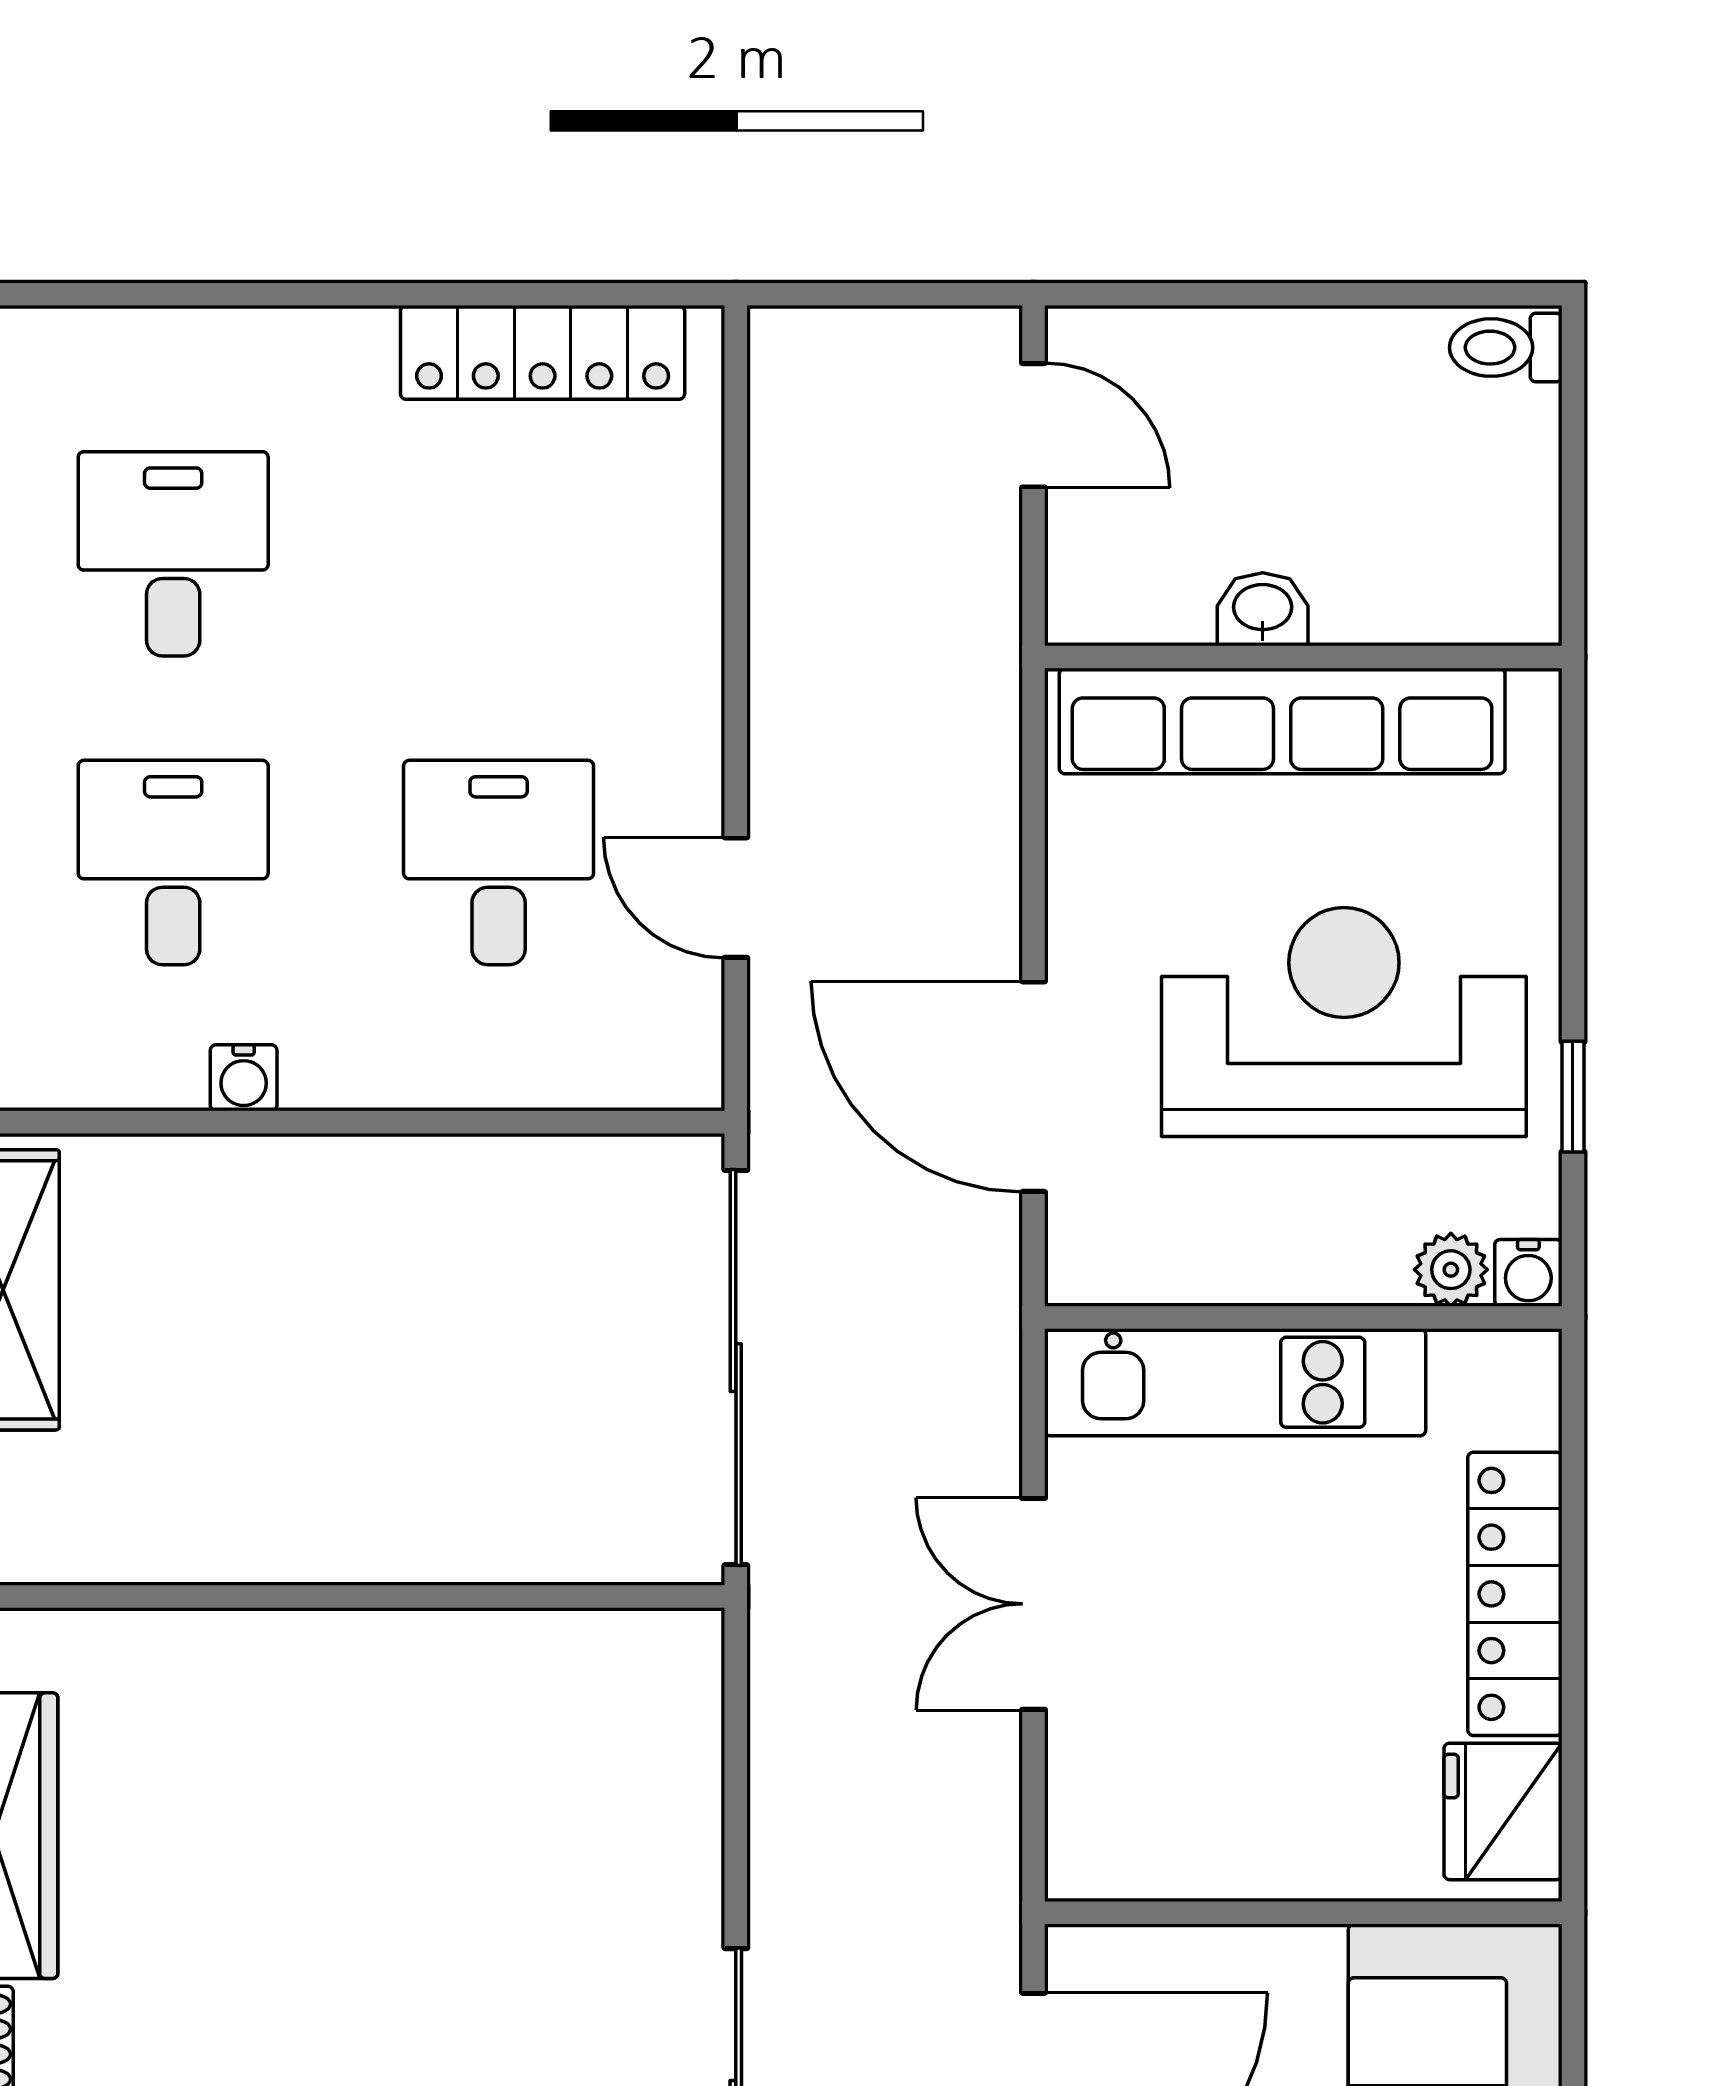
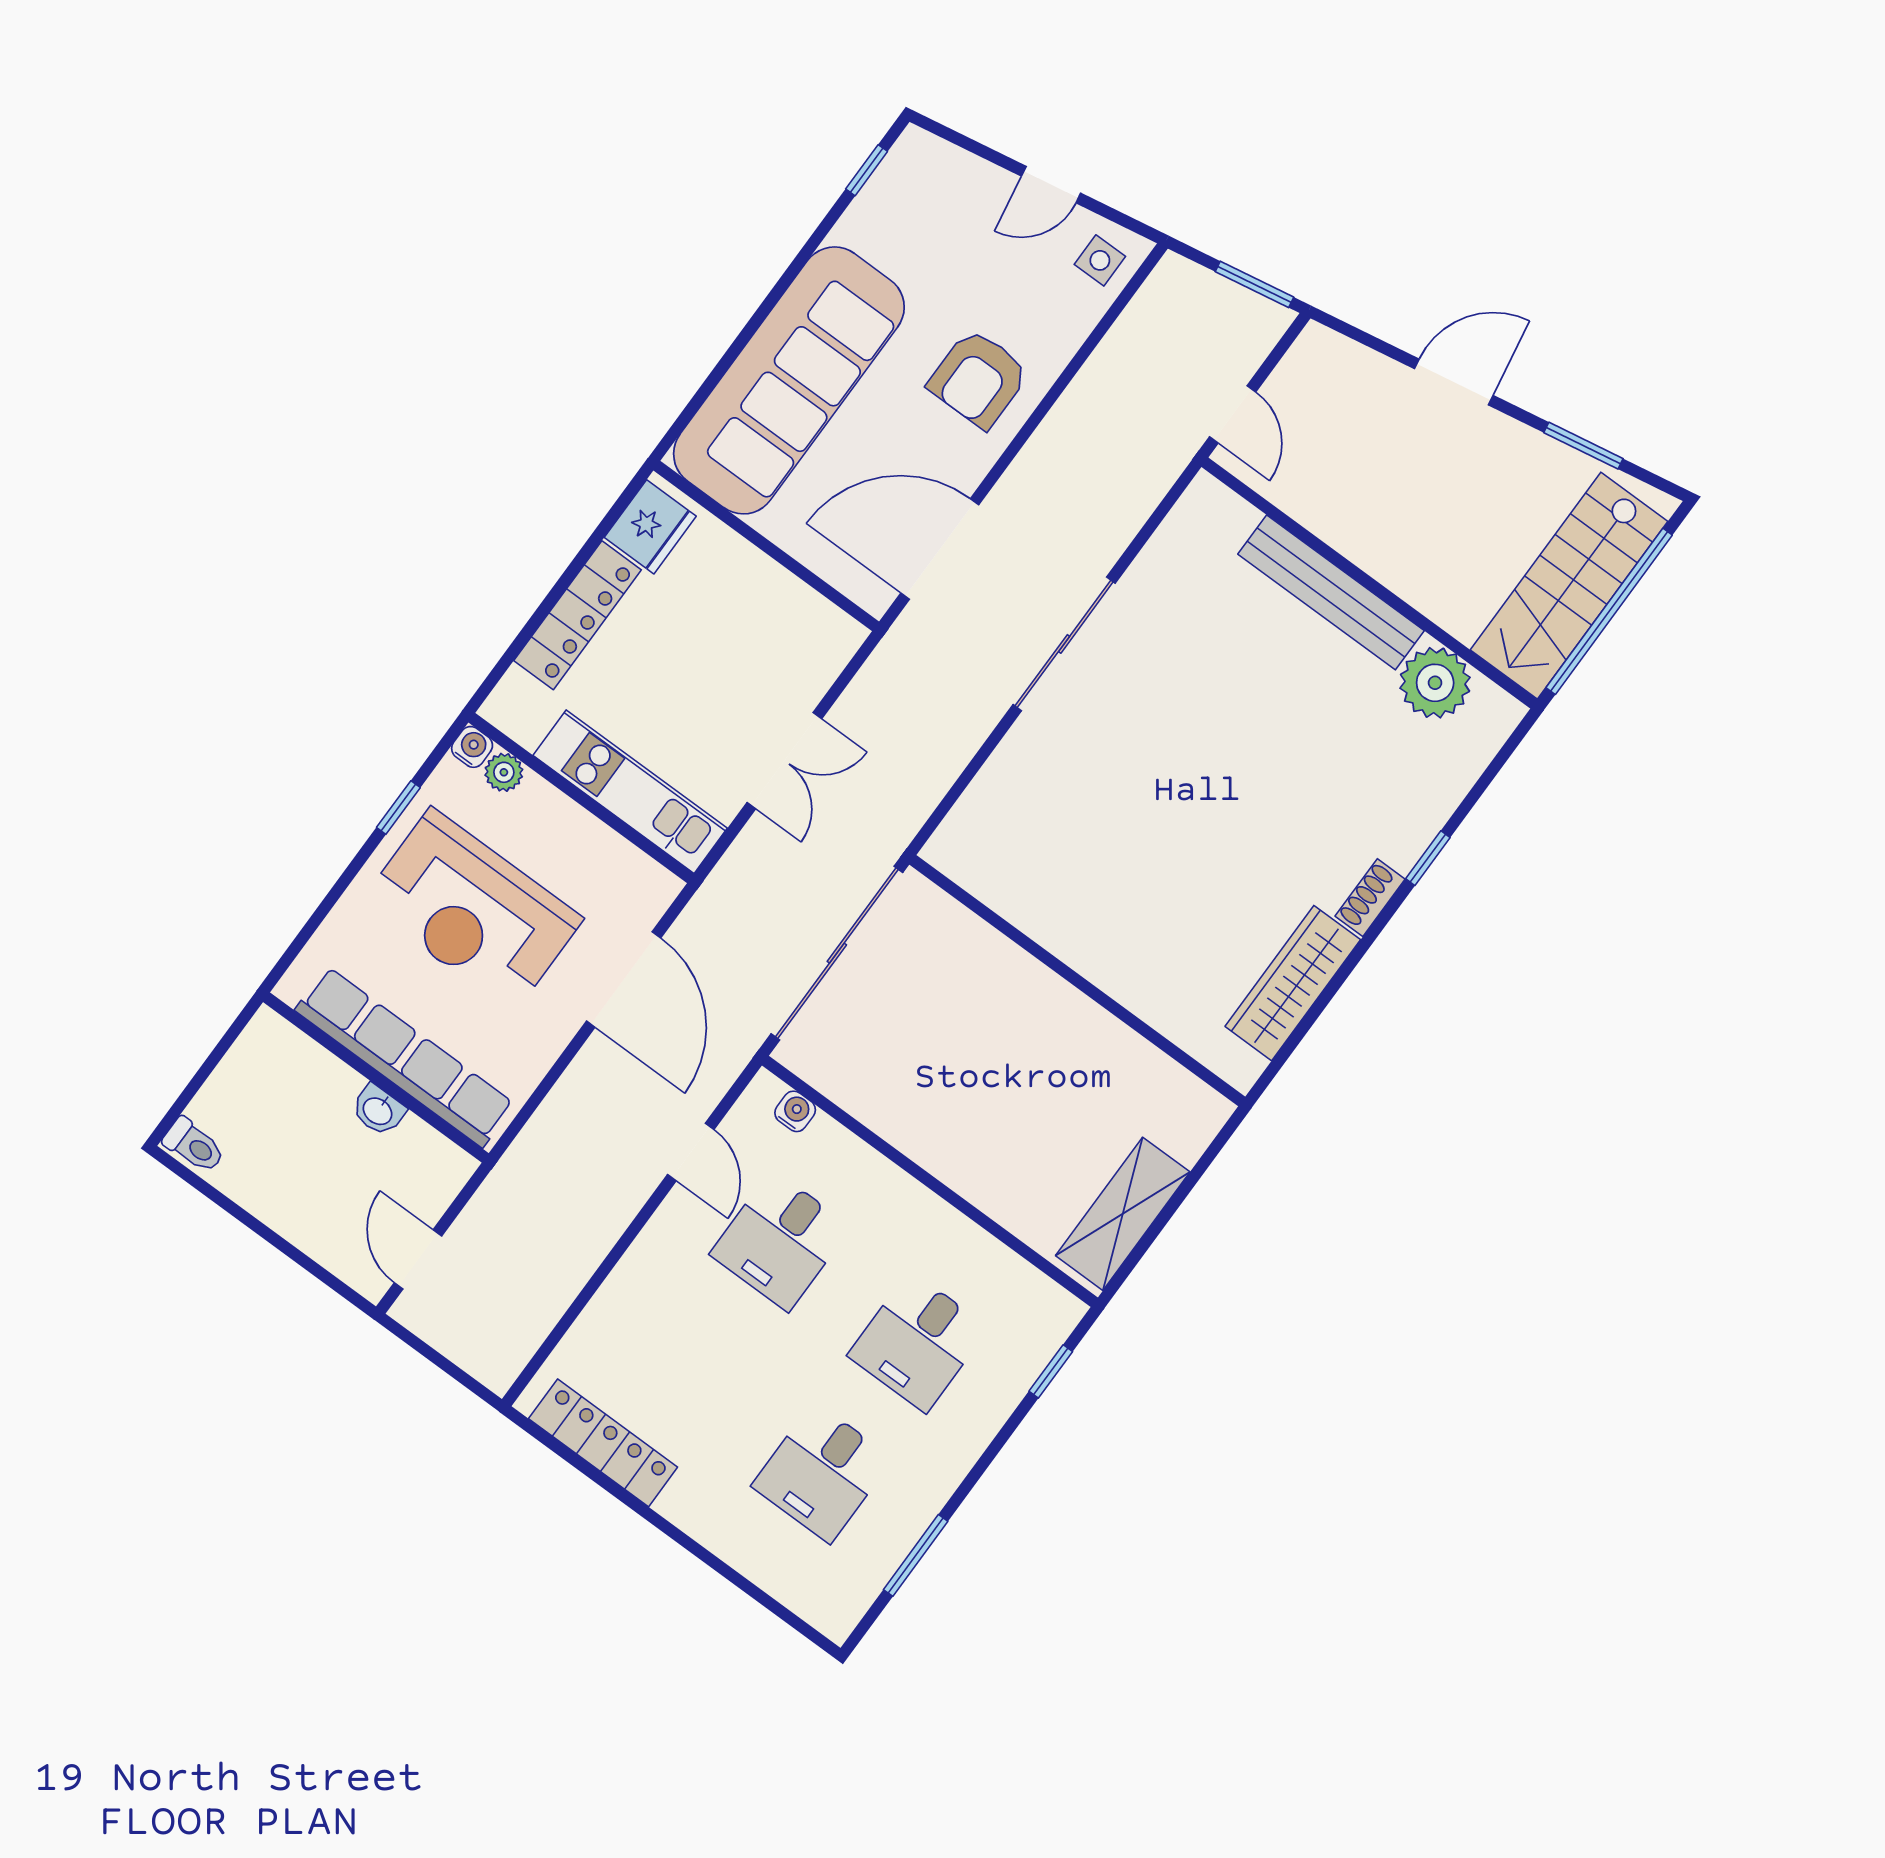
water cooler: (244, 1078) -> (795, 1111), moved

